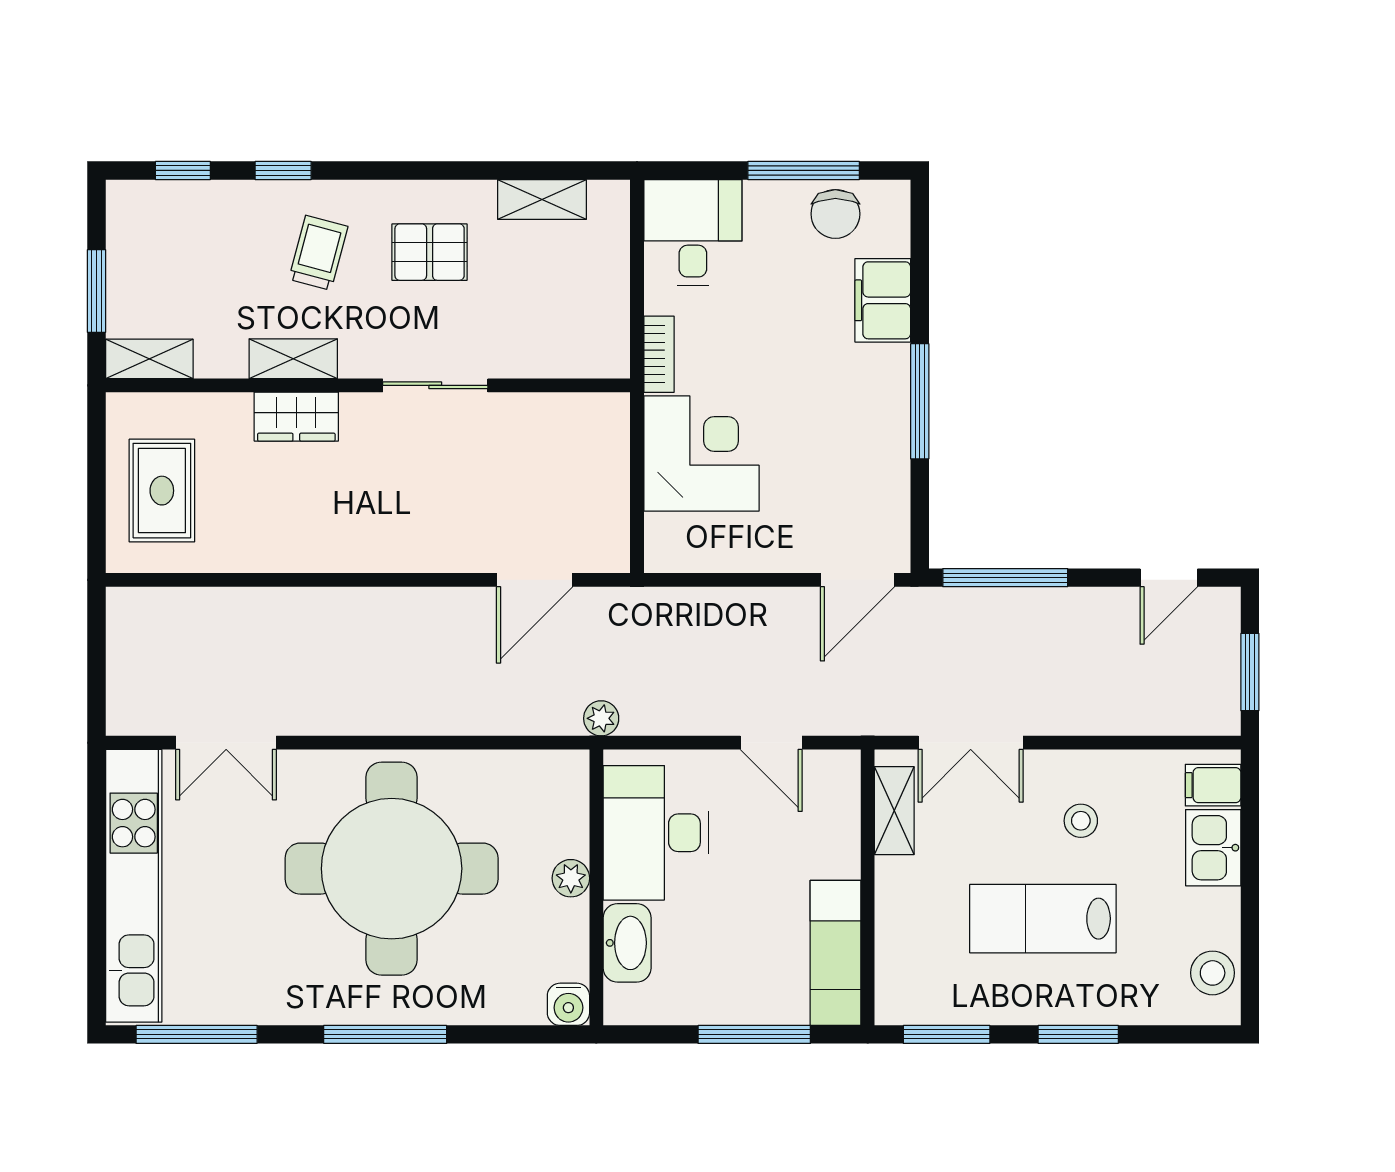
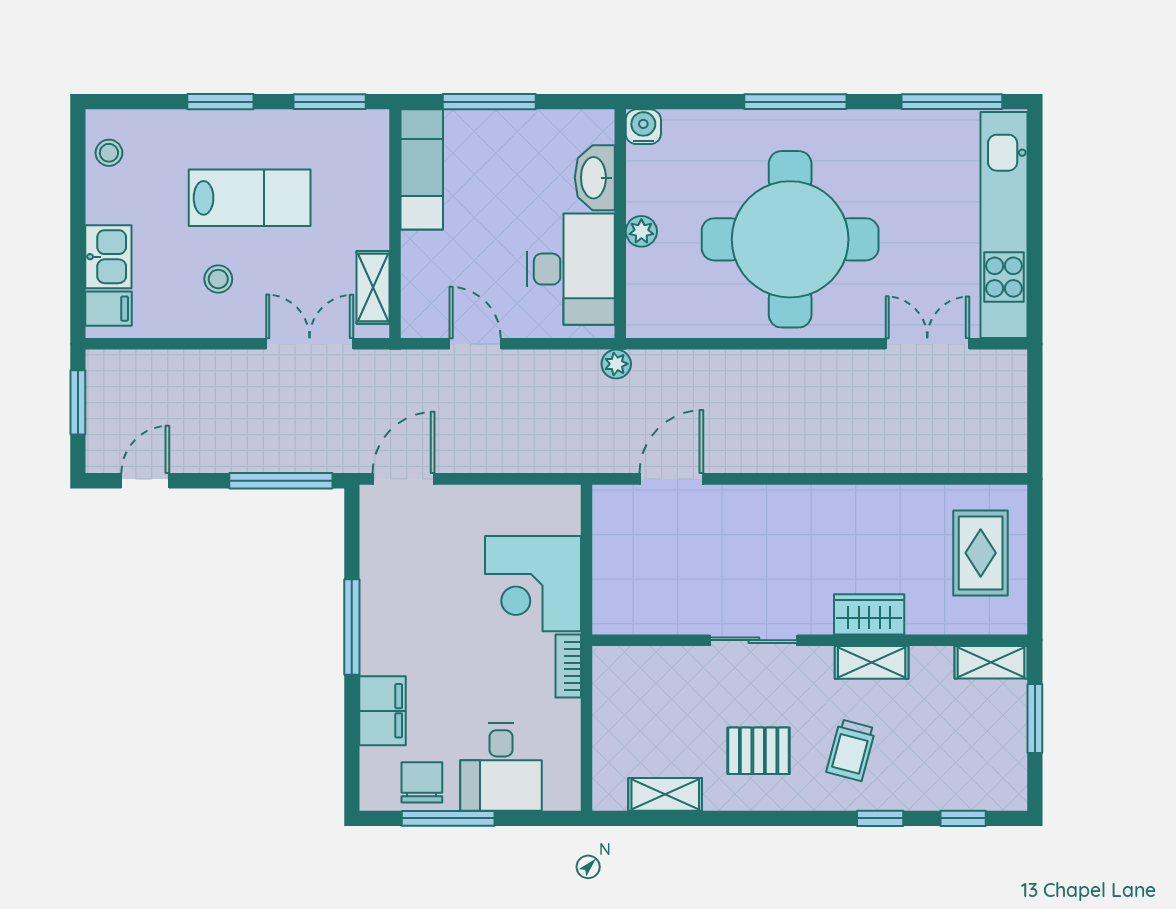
desk: (693, 232) -> (501, 767), moved
stool: (1213, 973) -> (109, 153), width x0.73, depth x0.73

